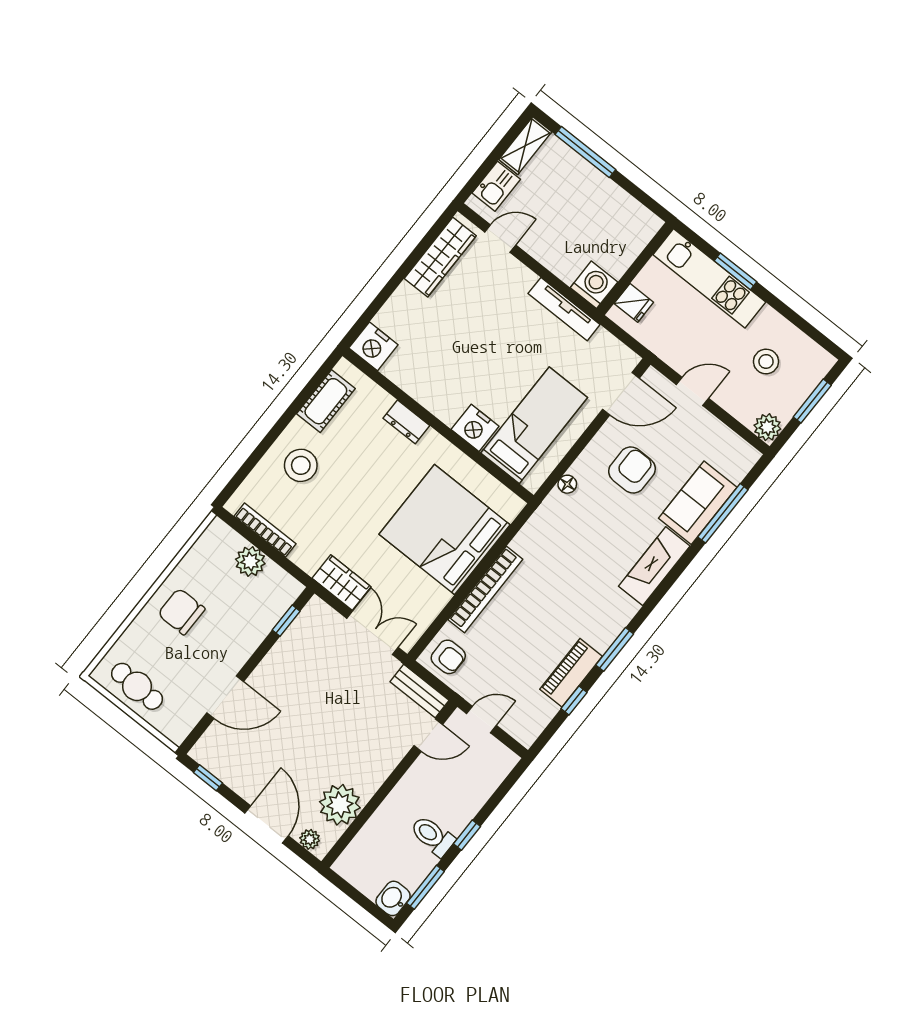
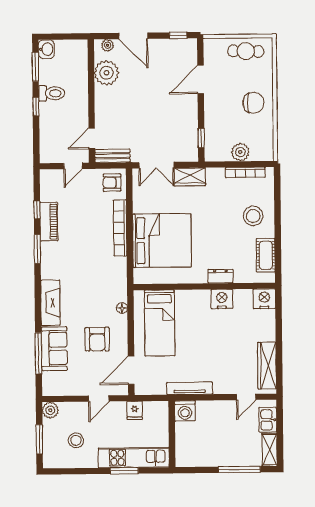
fridge: (634, 303) -> (135, 410), moved, turned -90
nightstand: (475, 428) -> (222, 299), moved

